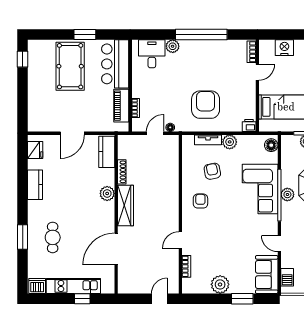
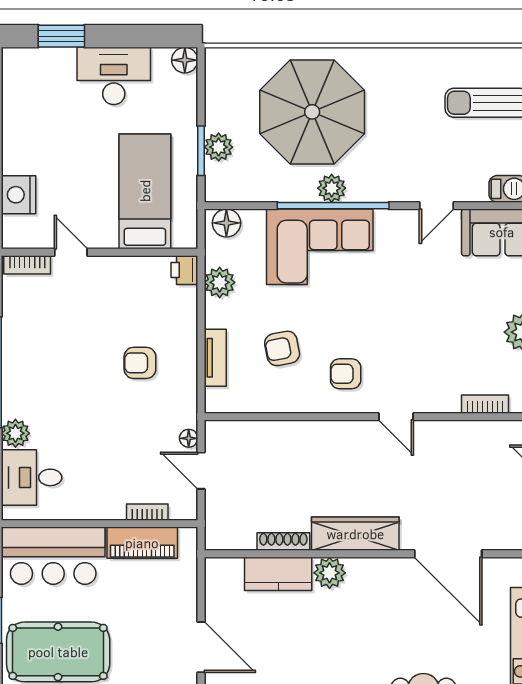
armchair: (206, 105) -> (140, 363), width x0.53, depth x0.53
plant: (230, 142) -> (220, 282), moved
kitchen counter: (107, 152) -> (278, 574), moved
door: (180, 240) -> (396, 417), moved

